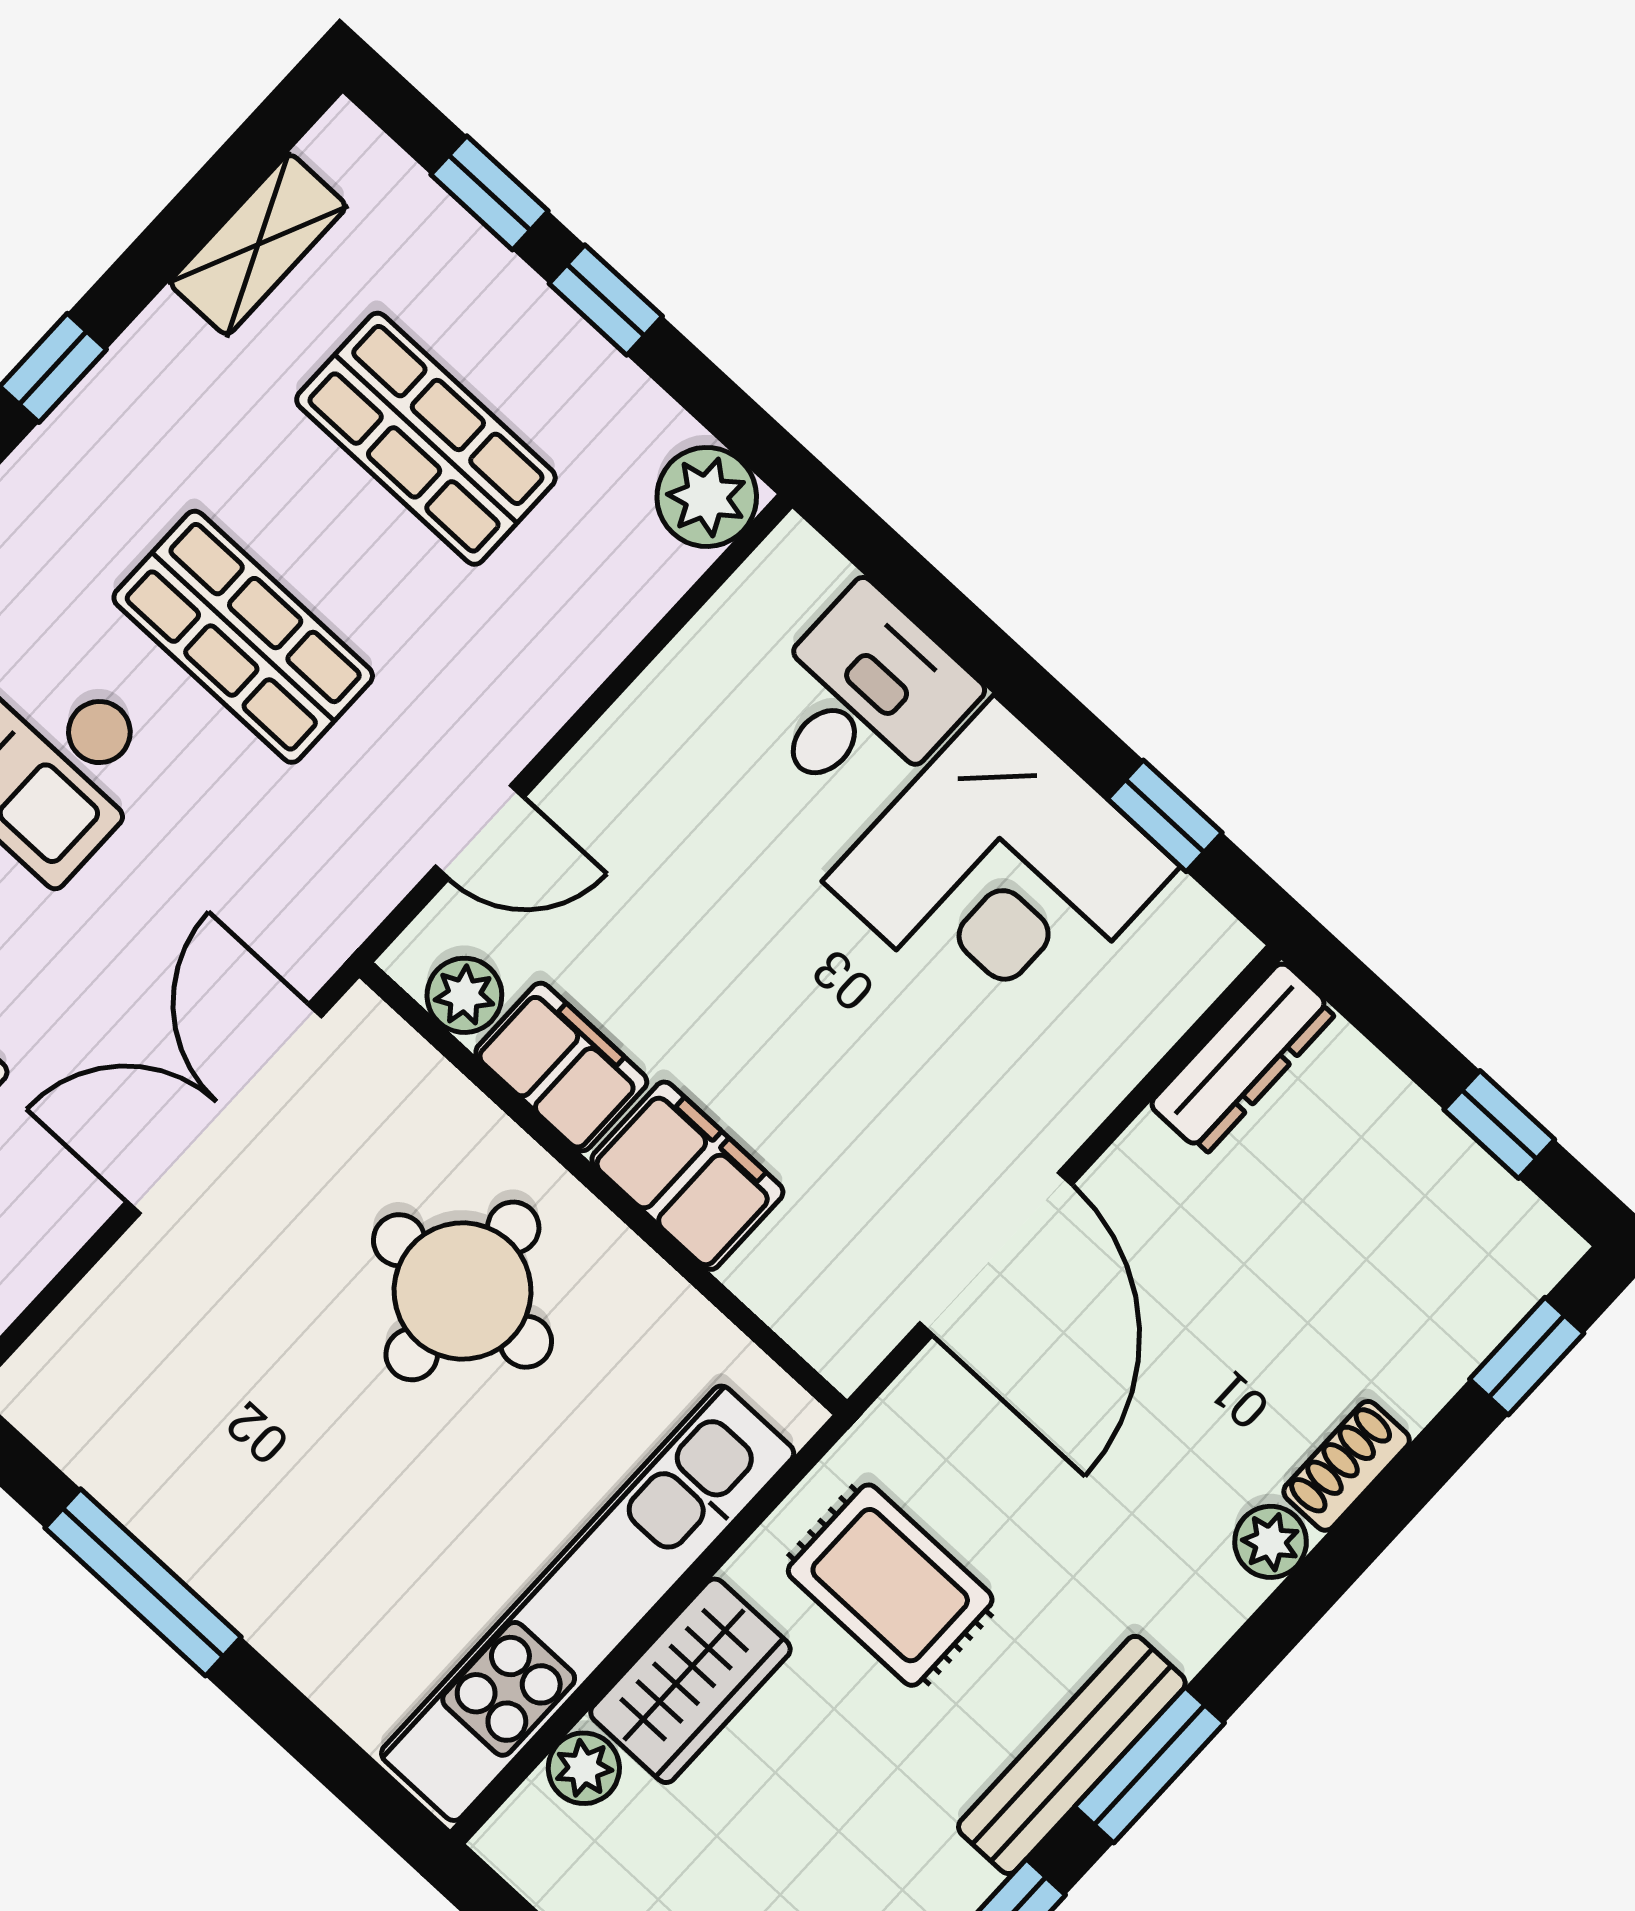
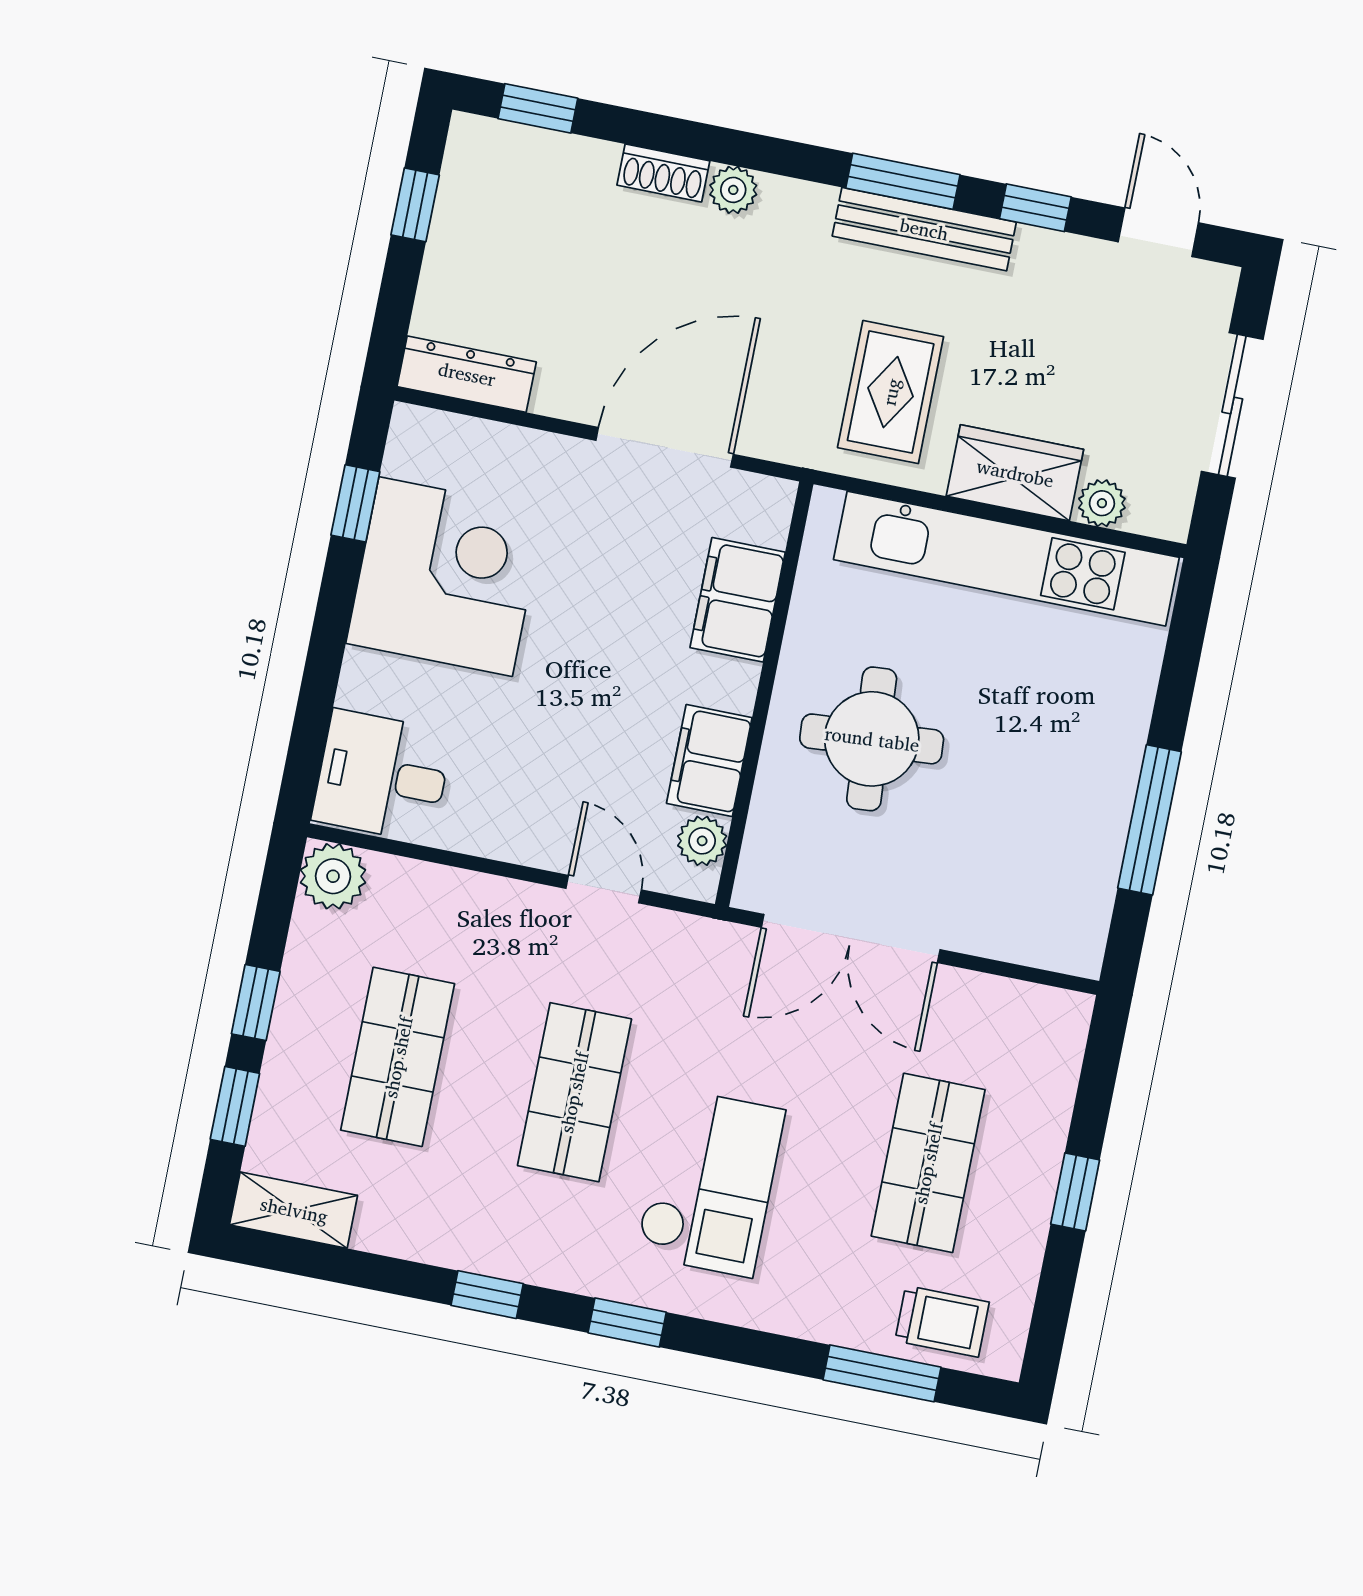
shelving: (258, 244) -> (294, 1210), moved
desk: (863, 699) -> (382, 776), moved
filing cabinet: (687, 1176) -> (738, 600), moved

